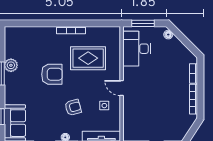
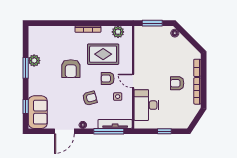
plant: (105, 33) -> (118, 32), added
desk: (137, 49) -> (146, 105), moved
armchair: (52, 74) -> (71, 69), turned 90
armchair: (93, 85) -> (108, 79), added
armchair: (171, 91) -> (177, 83), added

